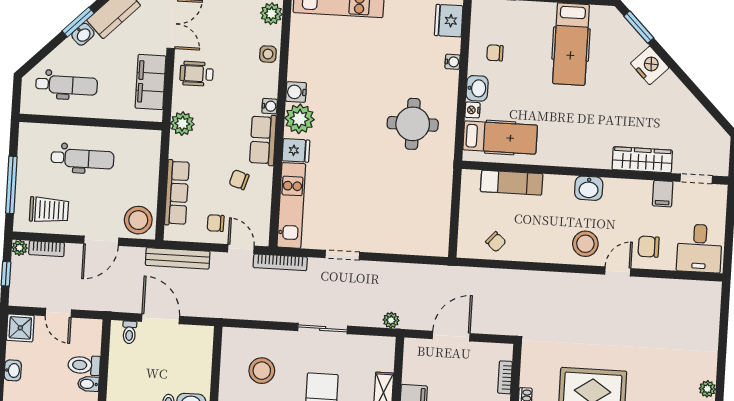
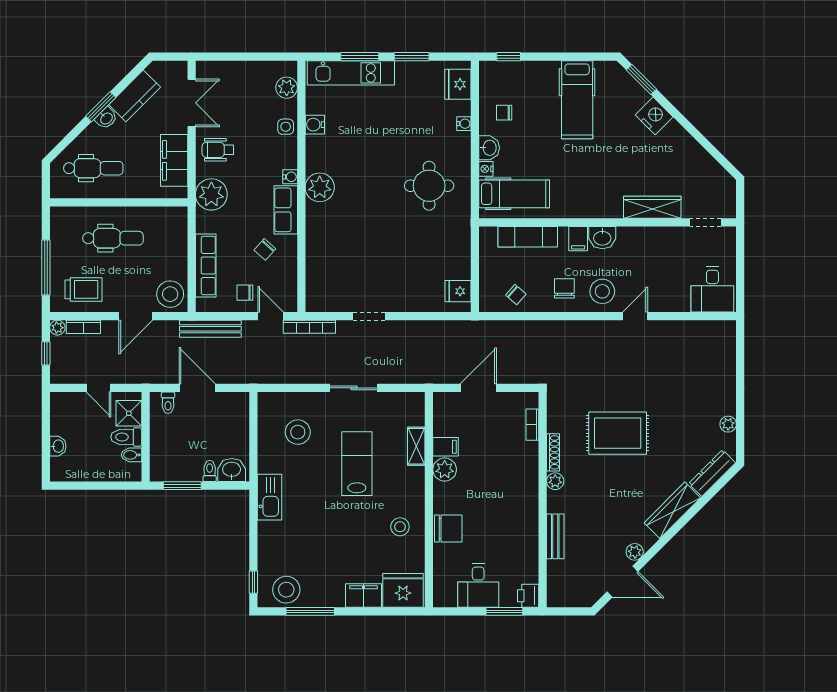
water cooler: (296, 92) -> (315, 125), moved
plant: (182, 124) -> (211, 194), width x1.36, depth x1.36
fridge: (296, 150) -> (458, 291), moved, turned 180
chair: (239, 180) -> (265, 249), turned -65
filing cabinet: (663, 194) -> (578, 239), moved
kitchen unit: (291, 205) -> (317, 271), removed
chair: (649, 247) -> (564, 288), moved, turned 90
plant: (391, 320) -> (419, 376), removed
shower: (20, 328) -> (129, 413), moved

